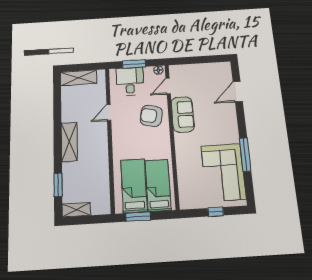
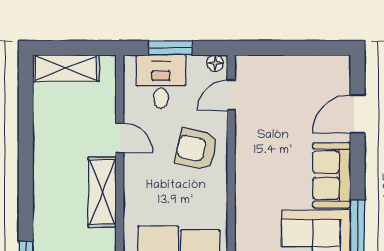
door: (109, 112) -> (120, 138), swing flipped
sofa: (183, 114) -> (332, 175), moved, turned 180
shelving: (69, 142) -> (102, 192), moved

